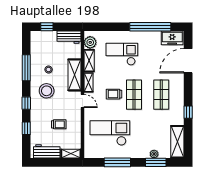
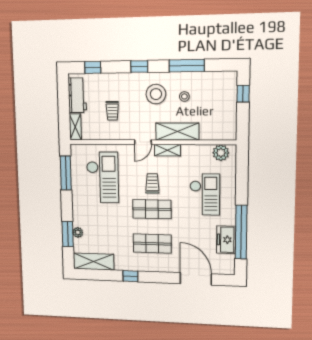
workbench: (69, 37) -> (228, 124), removed
freezer: (172, 38) -> (226, 240), moved
shelving: (89, 61) -> (196, 151), removed
window: (26, 128) -> (93, 67), moved
window: (117, 162) -> (66, 173), moved

